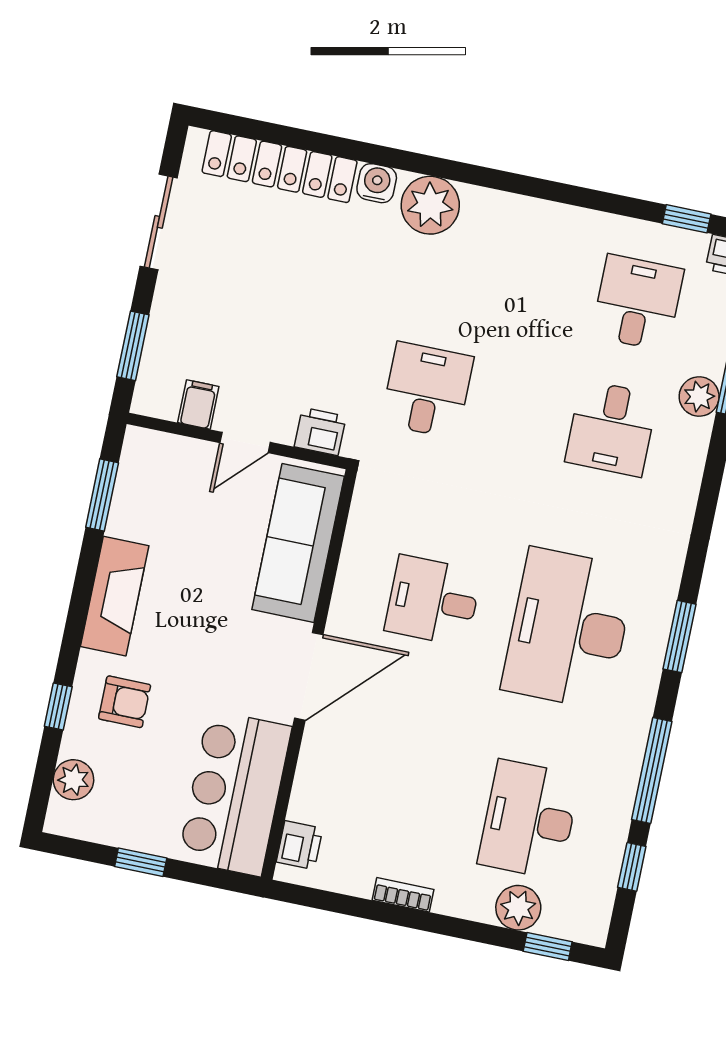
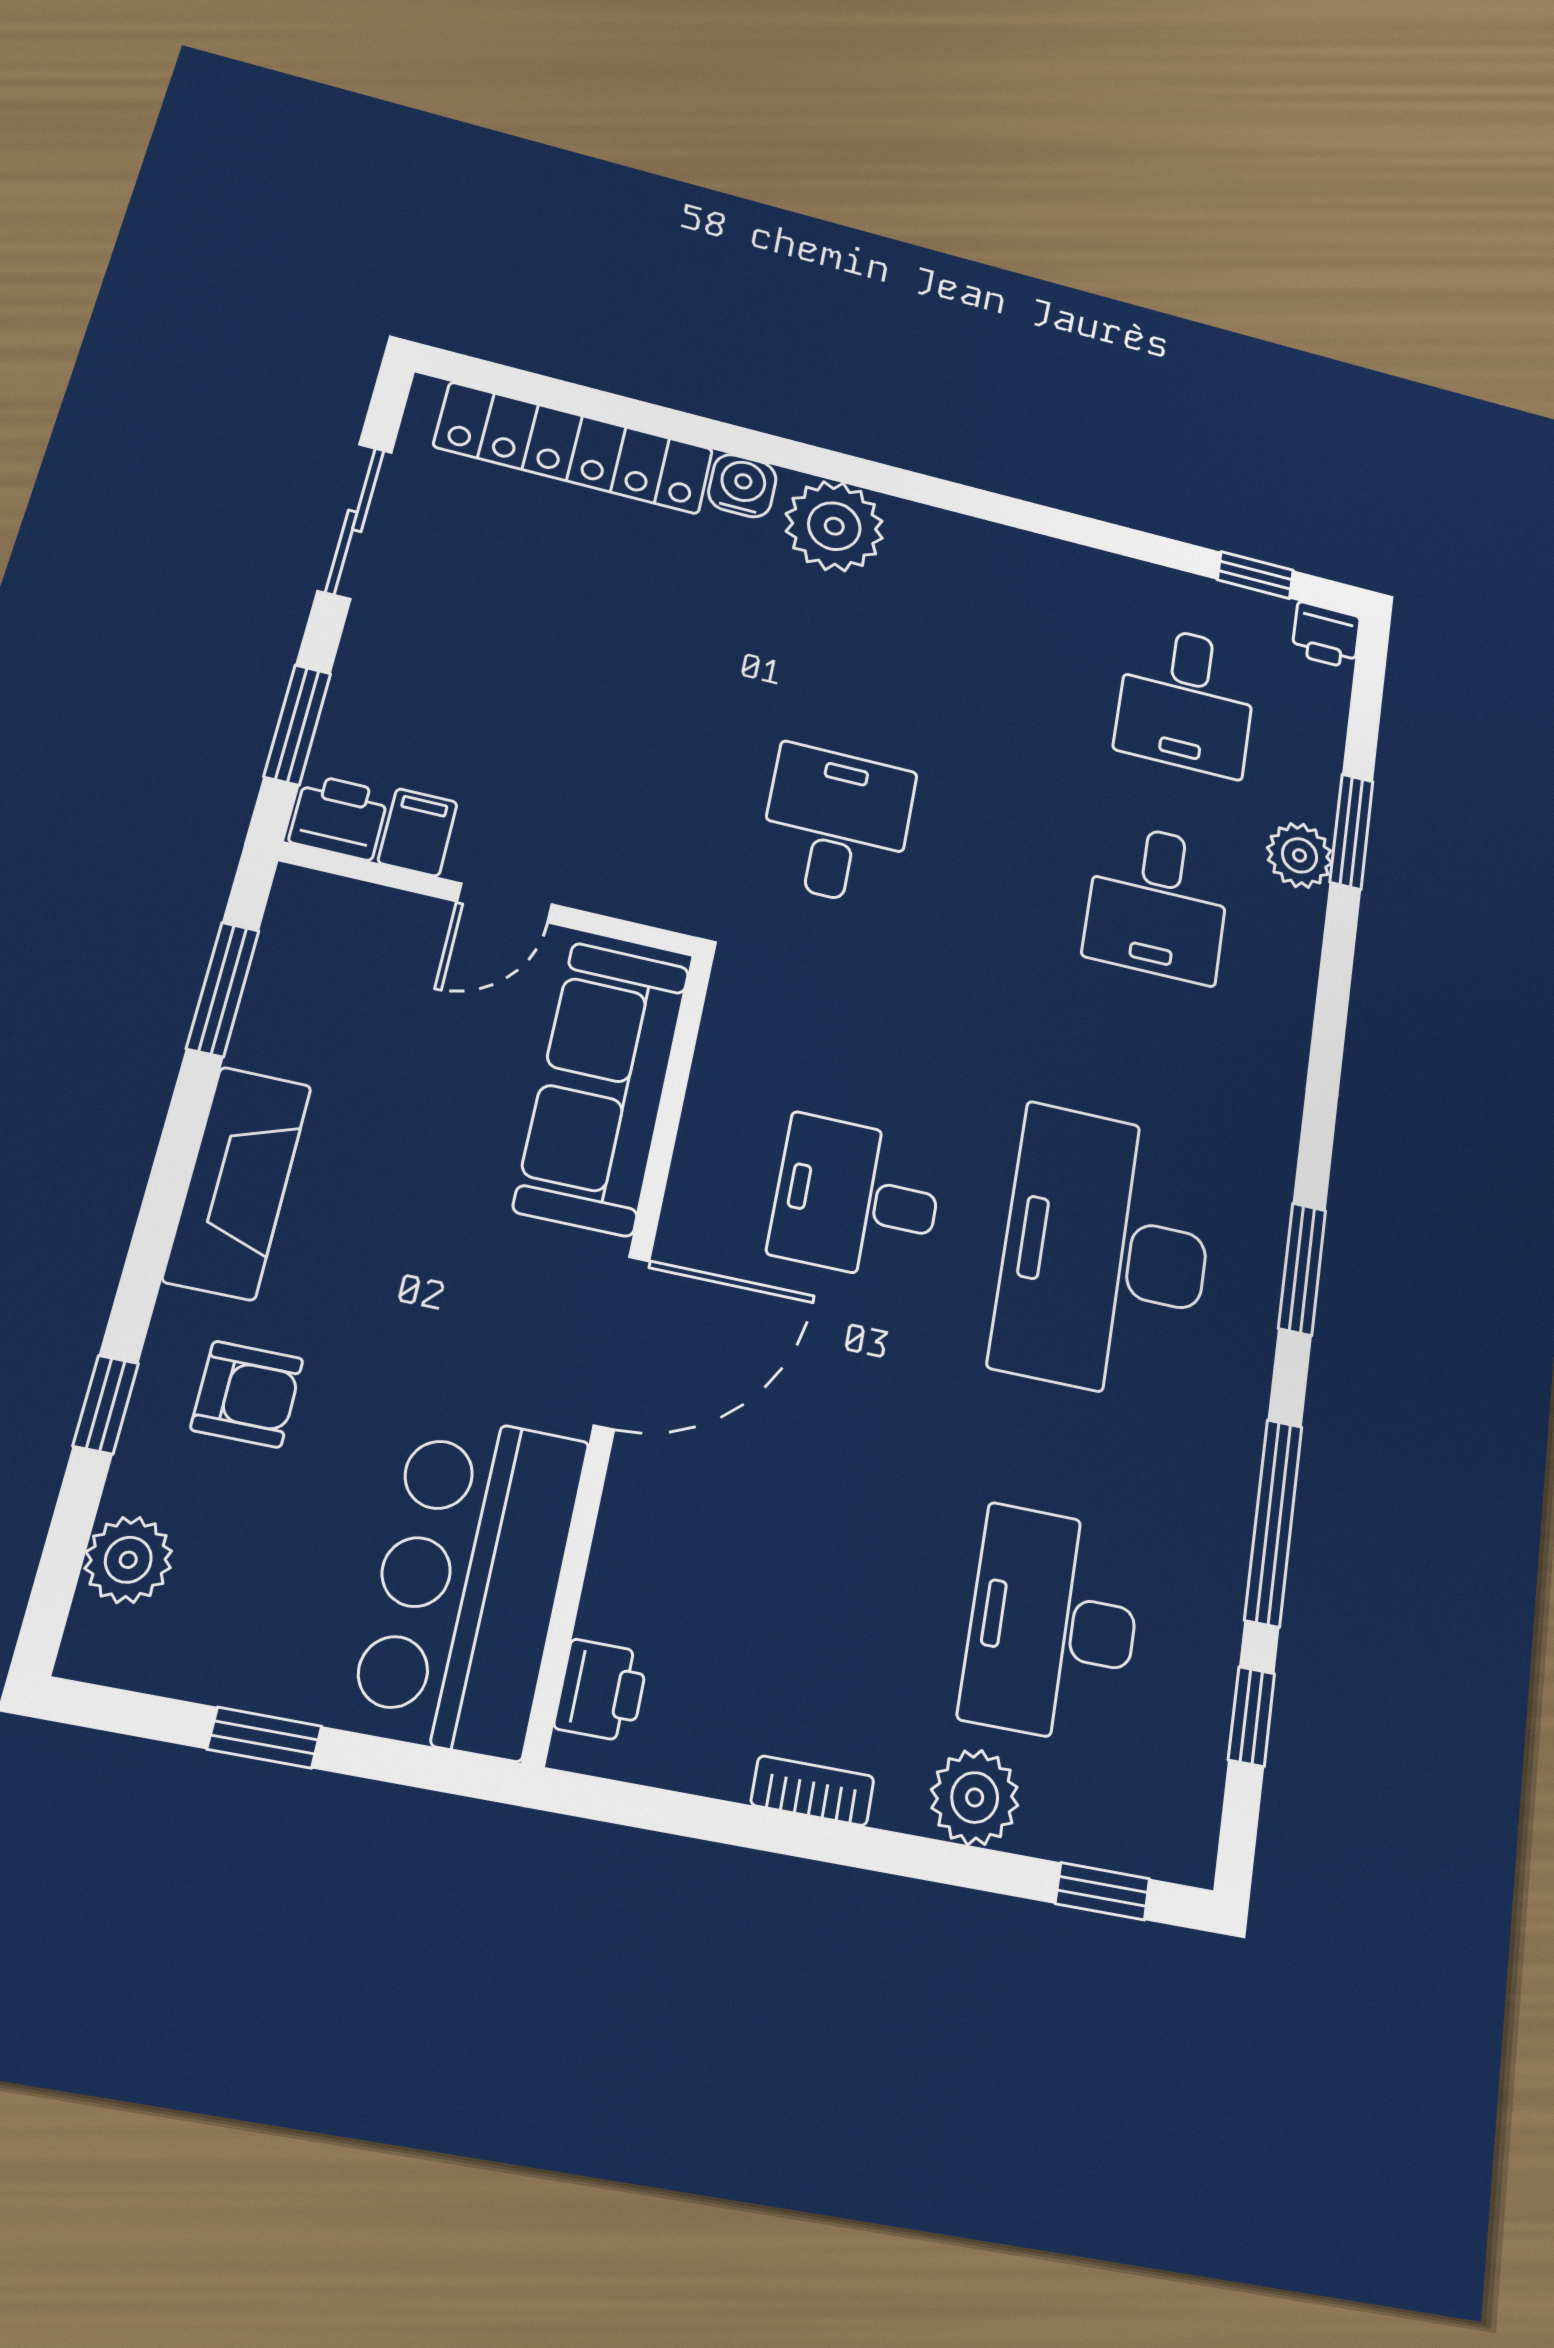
desk: (637, 303) -> (1187, 700), turned 180
printer: (320, 431) -> (339, 817), moved
plant: (518, 908) -> (975, 1797), moved

